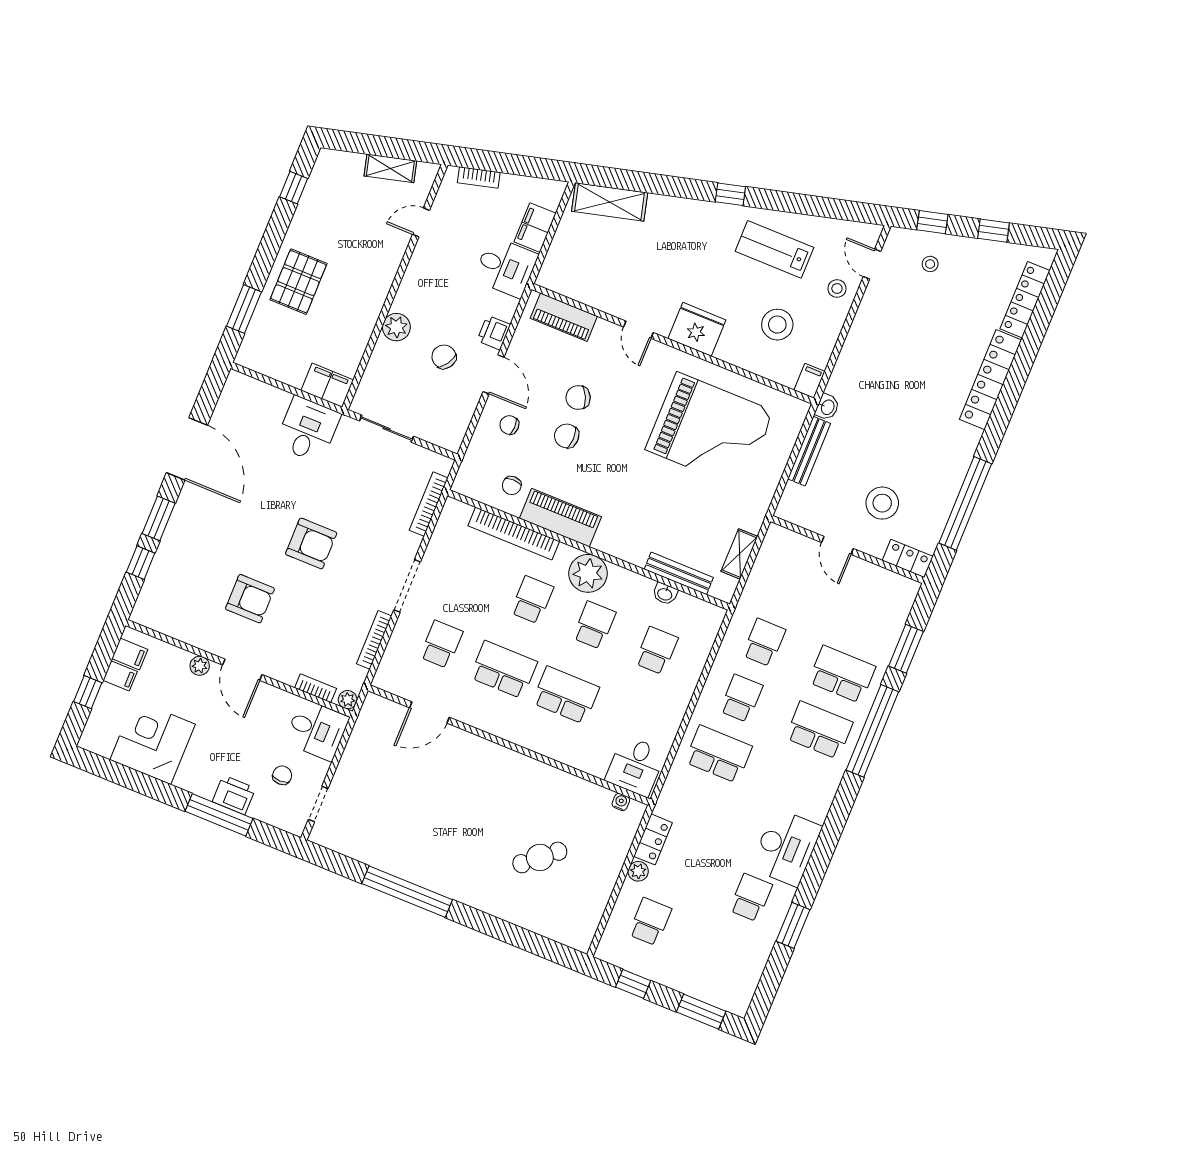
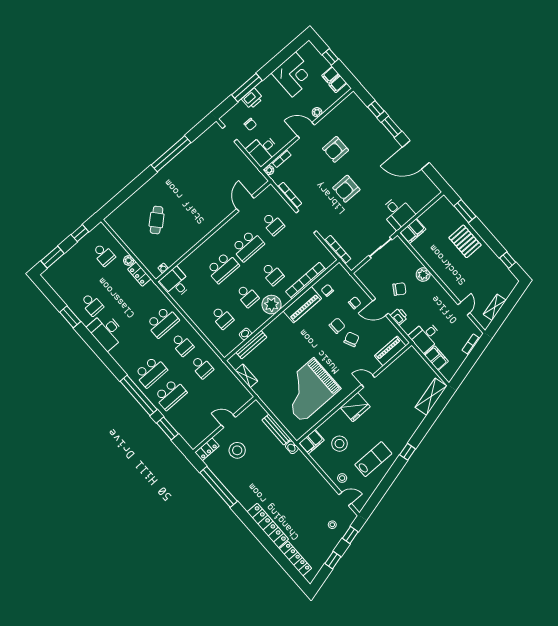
filing cabinet: (810, 381) -> (312, 442), width x2.00

